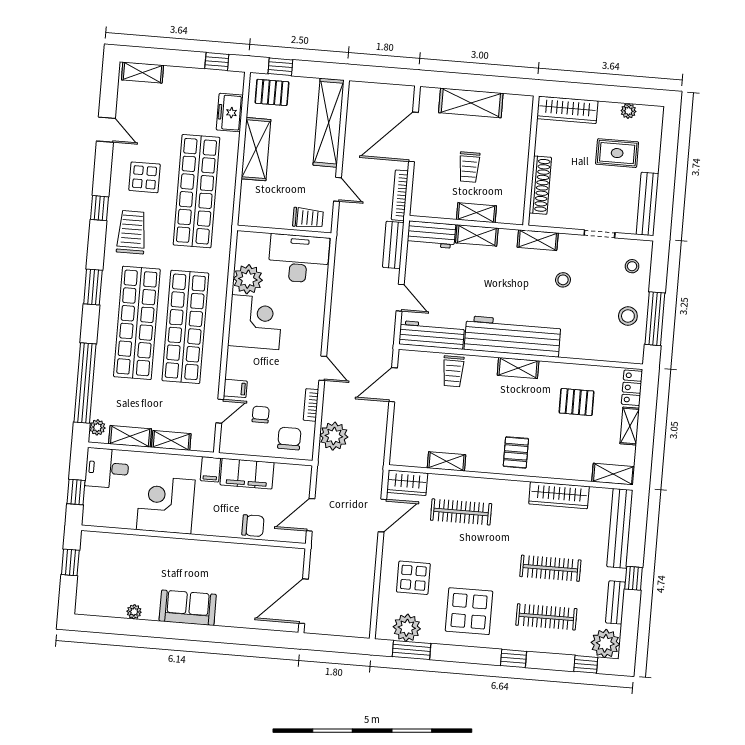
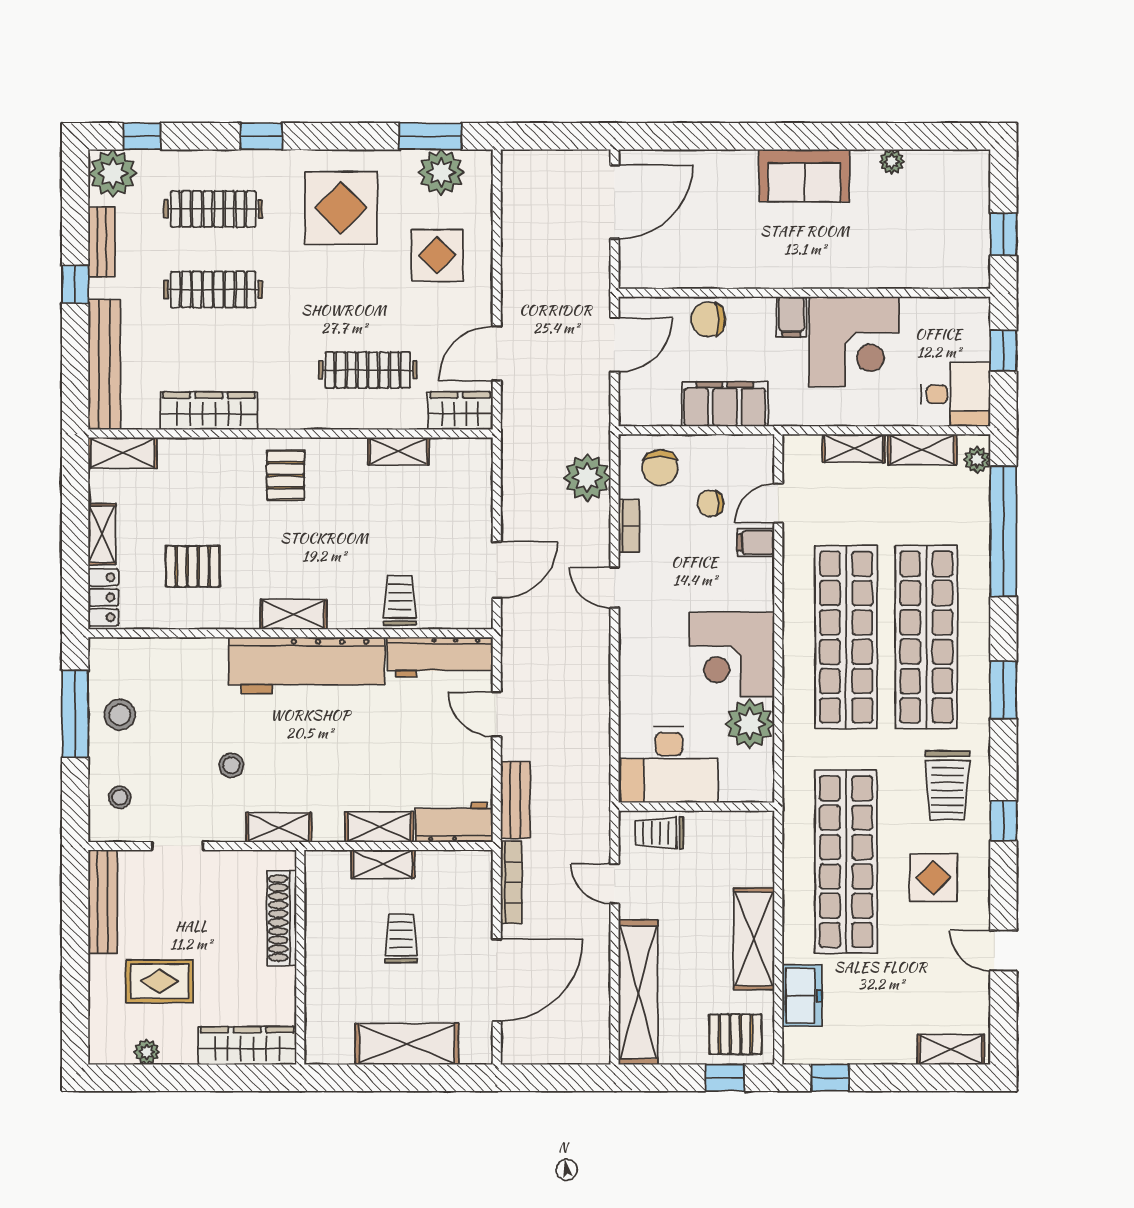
chair: (261, 415) -> (710, 503), turned 90
filing cabinet: (210, 469) -> (791, 317), moved, turned 180

